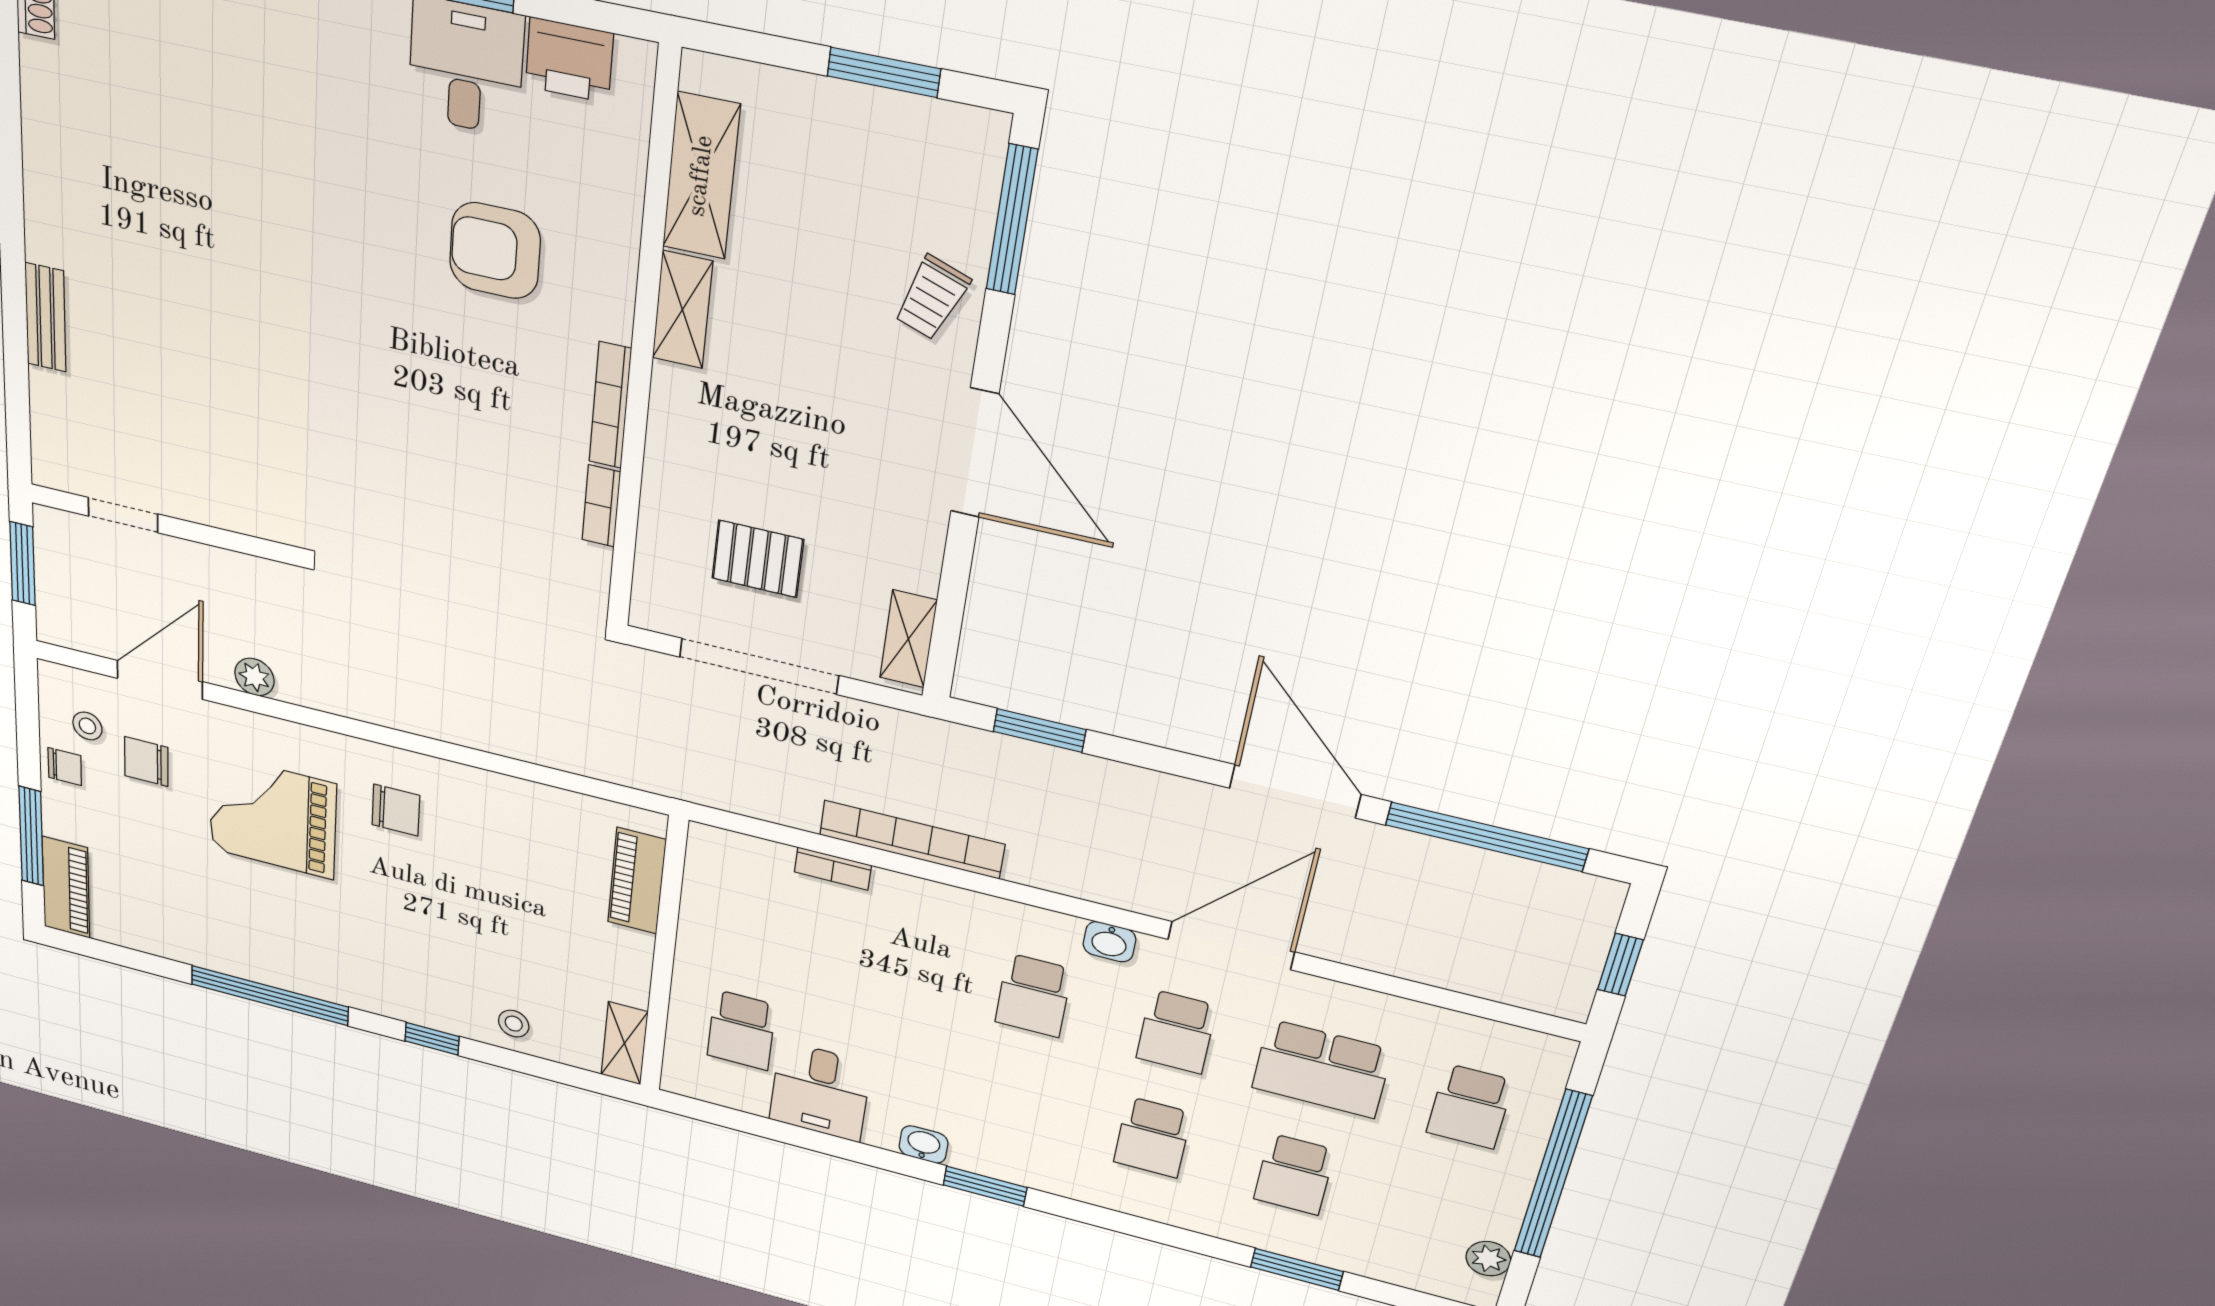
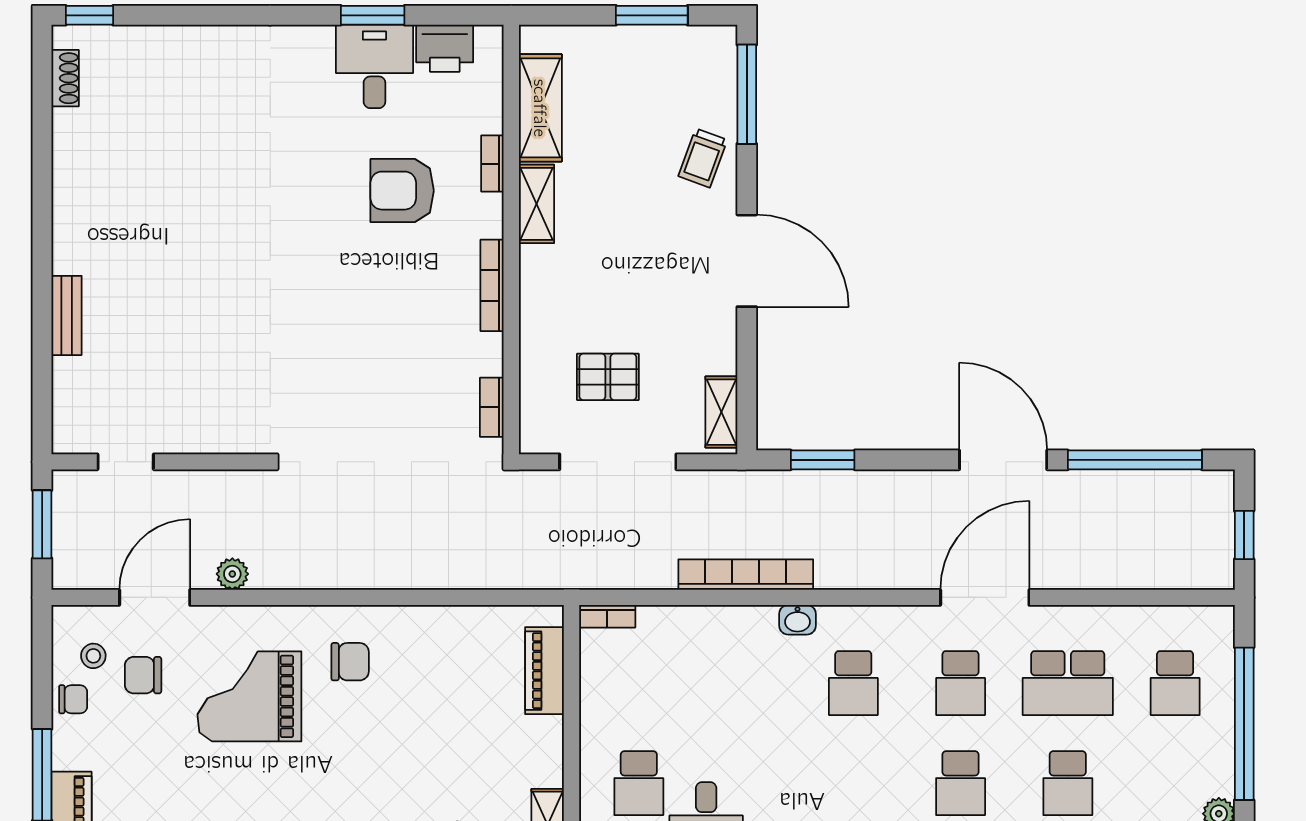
bookcase: (625, 240) -> (492, 164), added
bookcase: (601, 506) -> (492, 407), moved
bookcase: (833, 869) -> (607, 616), moved
washbasin: (1109, 942) -> (798, 620), moved

